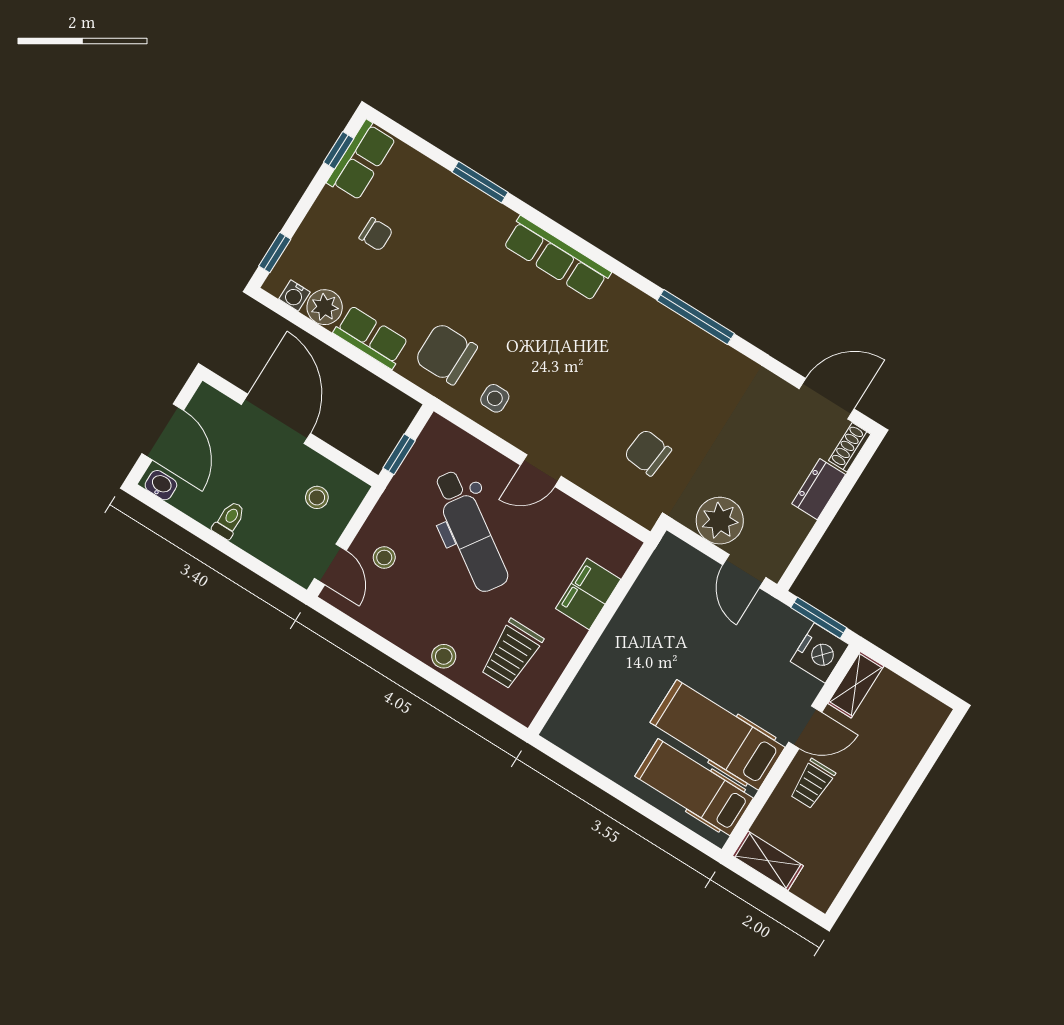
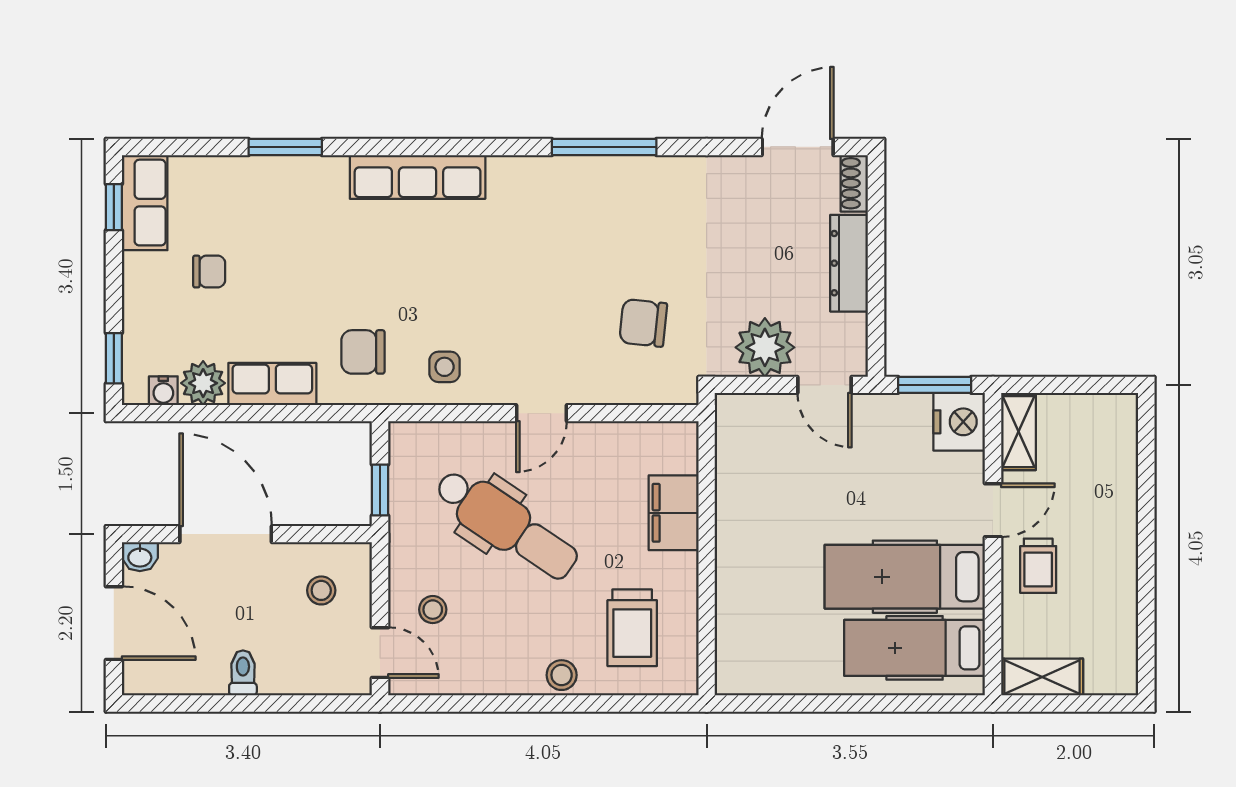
chair: (446, 354) -> (363, 352), width x0.73, depth x0.73
washbasin: (161, 485) -> (140, 557), moved, turned 180
dresser: (819, 489) -> (849, 263), width x1.44

